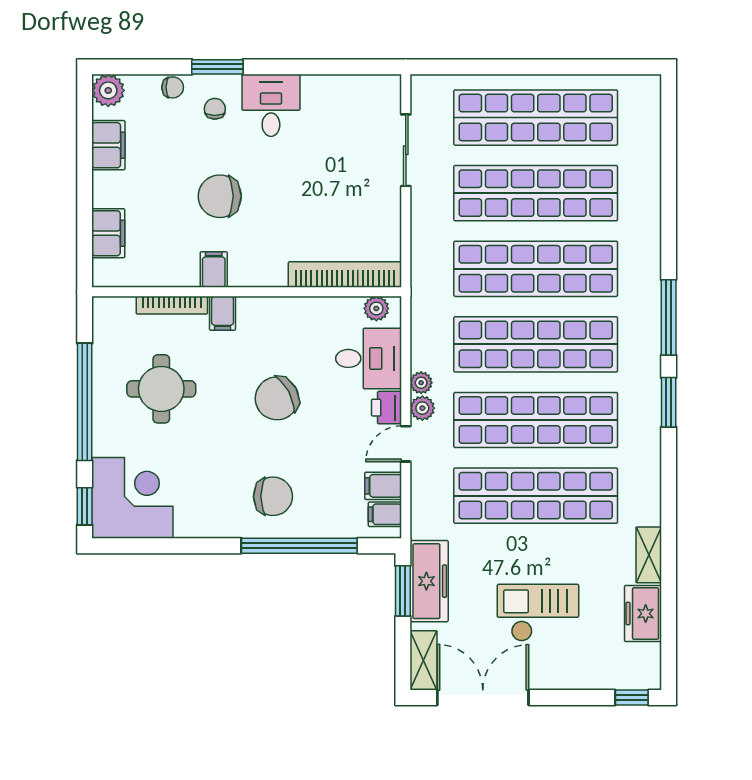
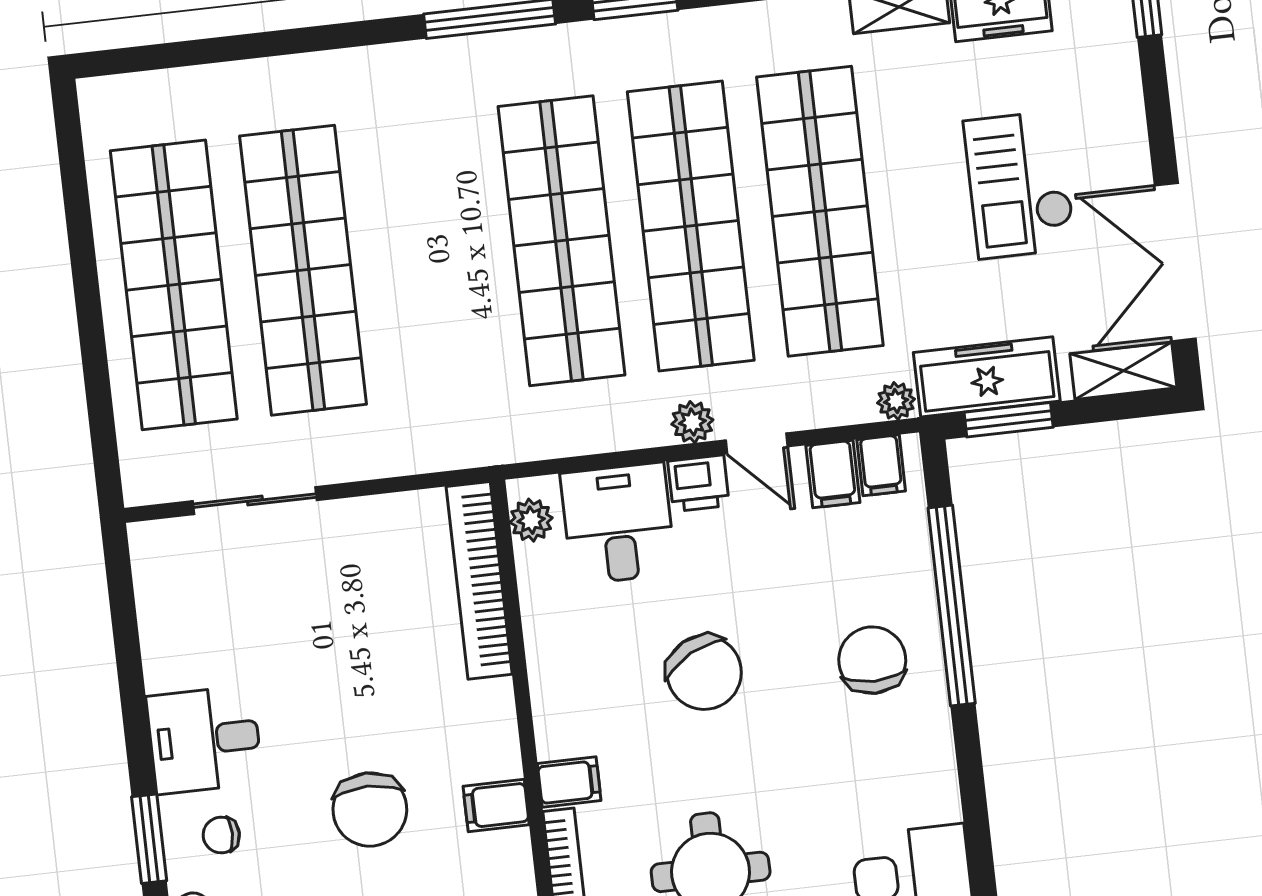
shop shelf: (536, 269) -> (432, 255), removed
plant: (421, 383) -> (896, 401), moved

